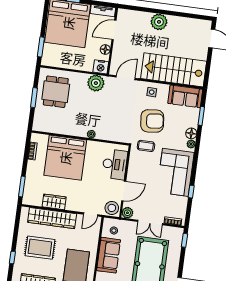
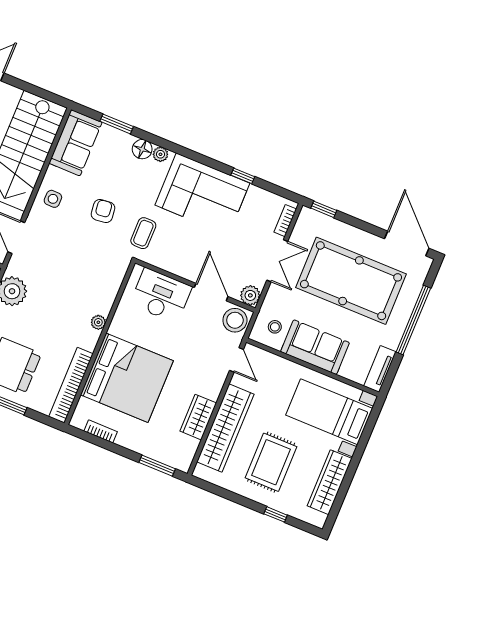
armchair: (152, 121) -> (103, 211), width x0.53, depth x0.53
bookcase: (53, 128) -> (71, 385), added

